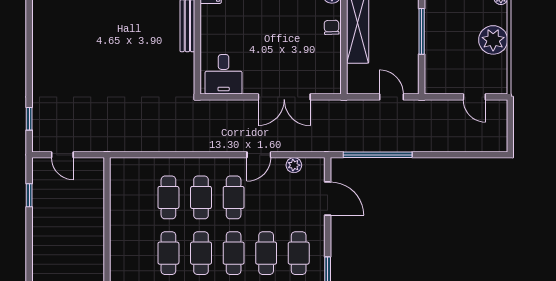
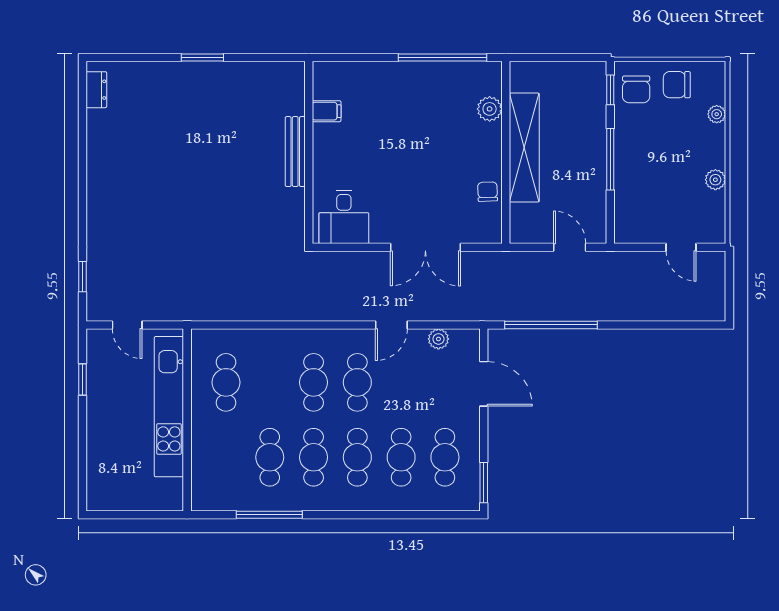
chair: (332, 27) -> (488, 192), moved
plant: (493, 40) -> (715, 180), width x0.53, depth x0.53
cafe table: (168, 197) -> (226, 382), moved
kitchen unit: (93, 216) -> (169, 407), added

